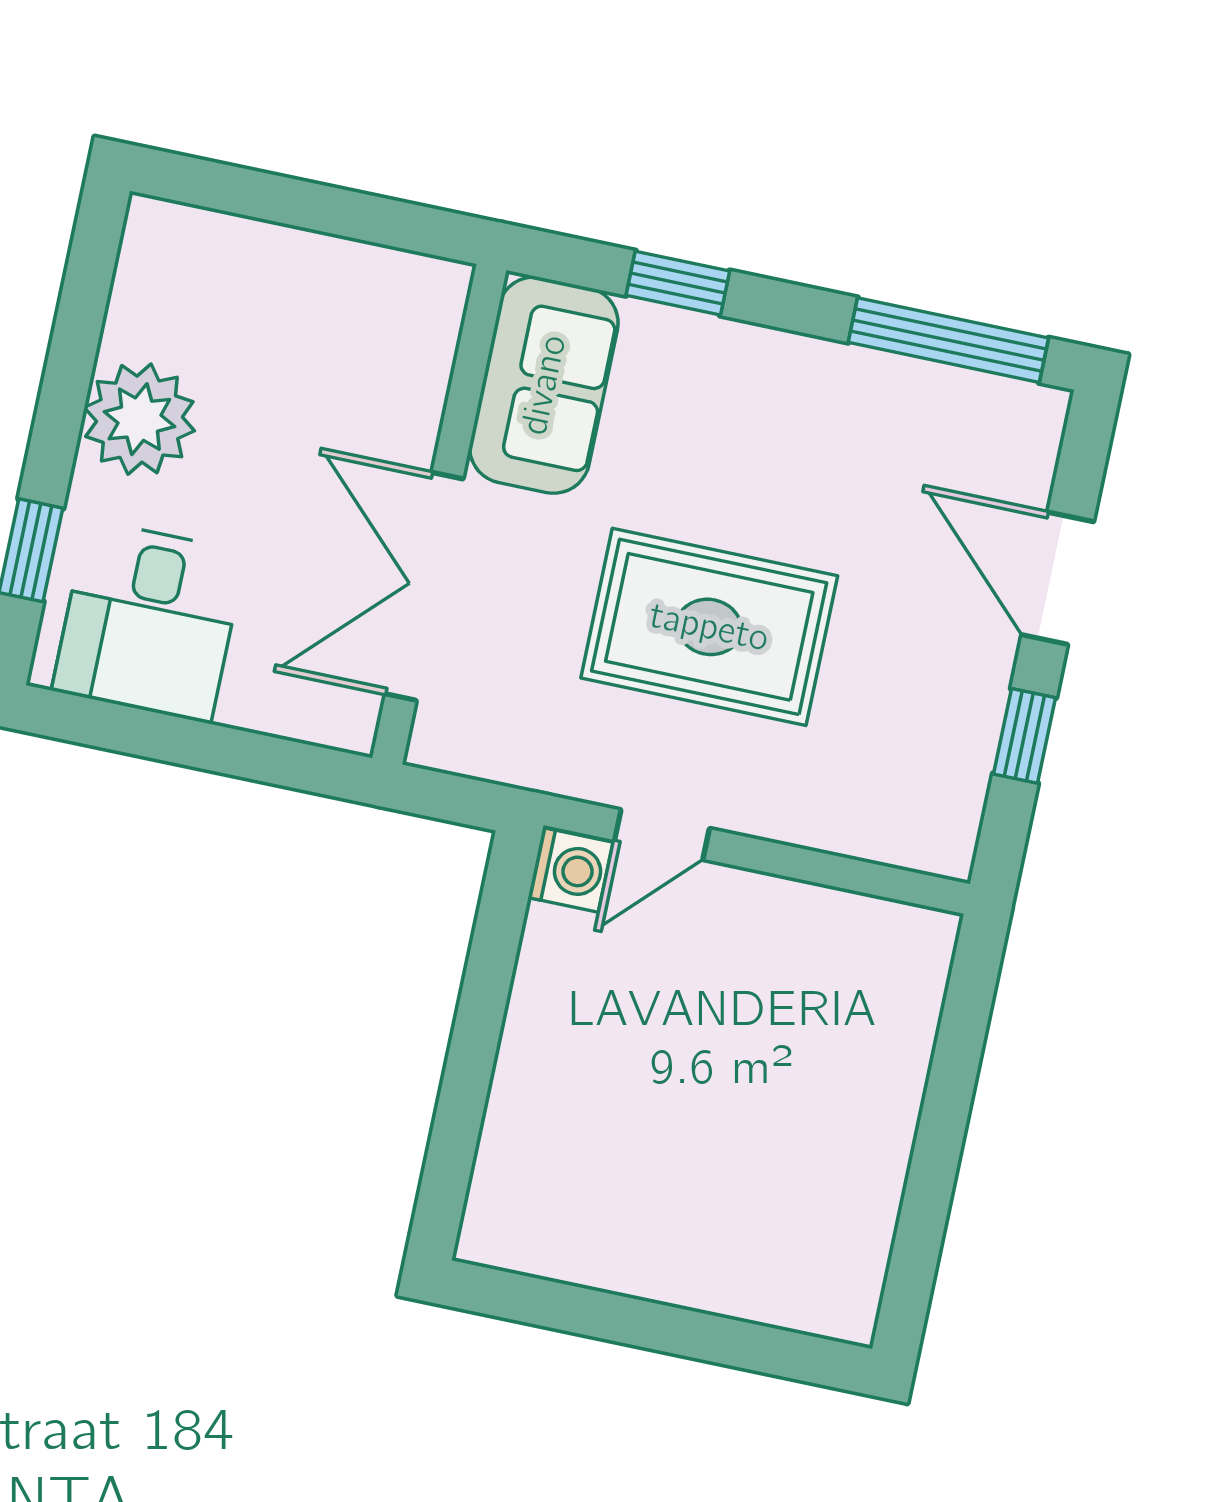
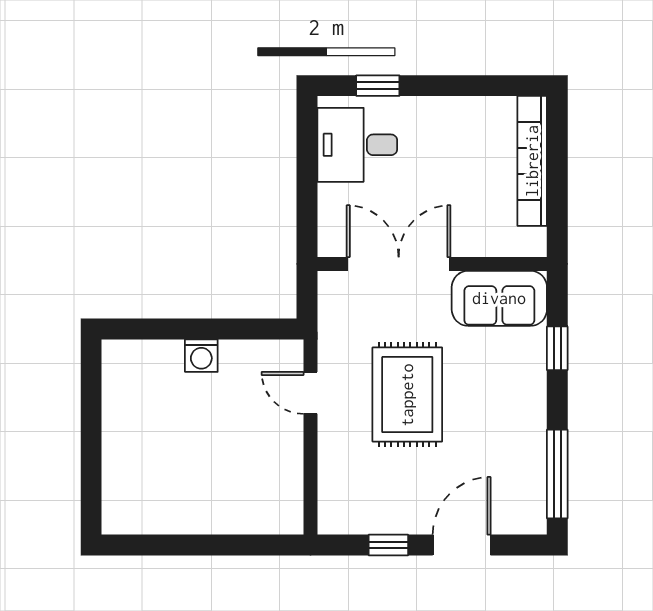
bookcase: (263, 252) -> (532, 161), added
plant: (139, 419) -> (446, 122), removed
washing machine: (571, 870) -> (201, 356), moved

